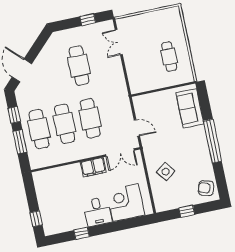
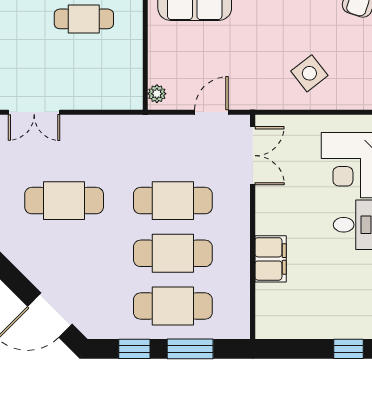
plant: (140, 100) -> (157, 94), added
filing cabinet: (93, 167) -> (271, 259), moved

